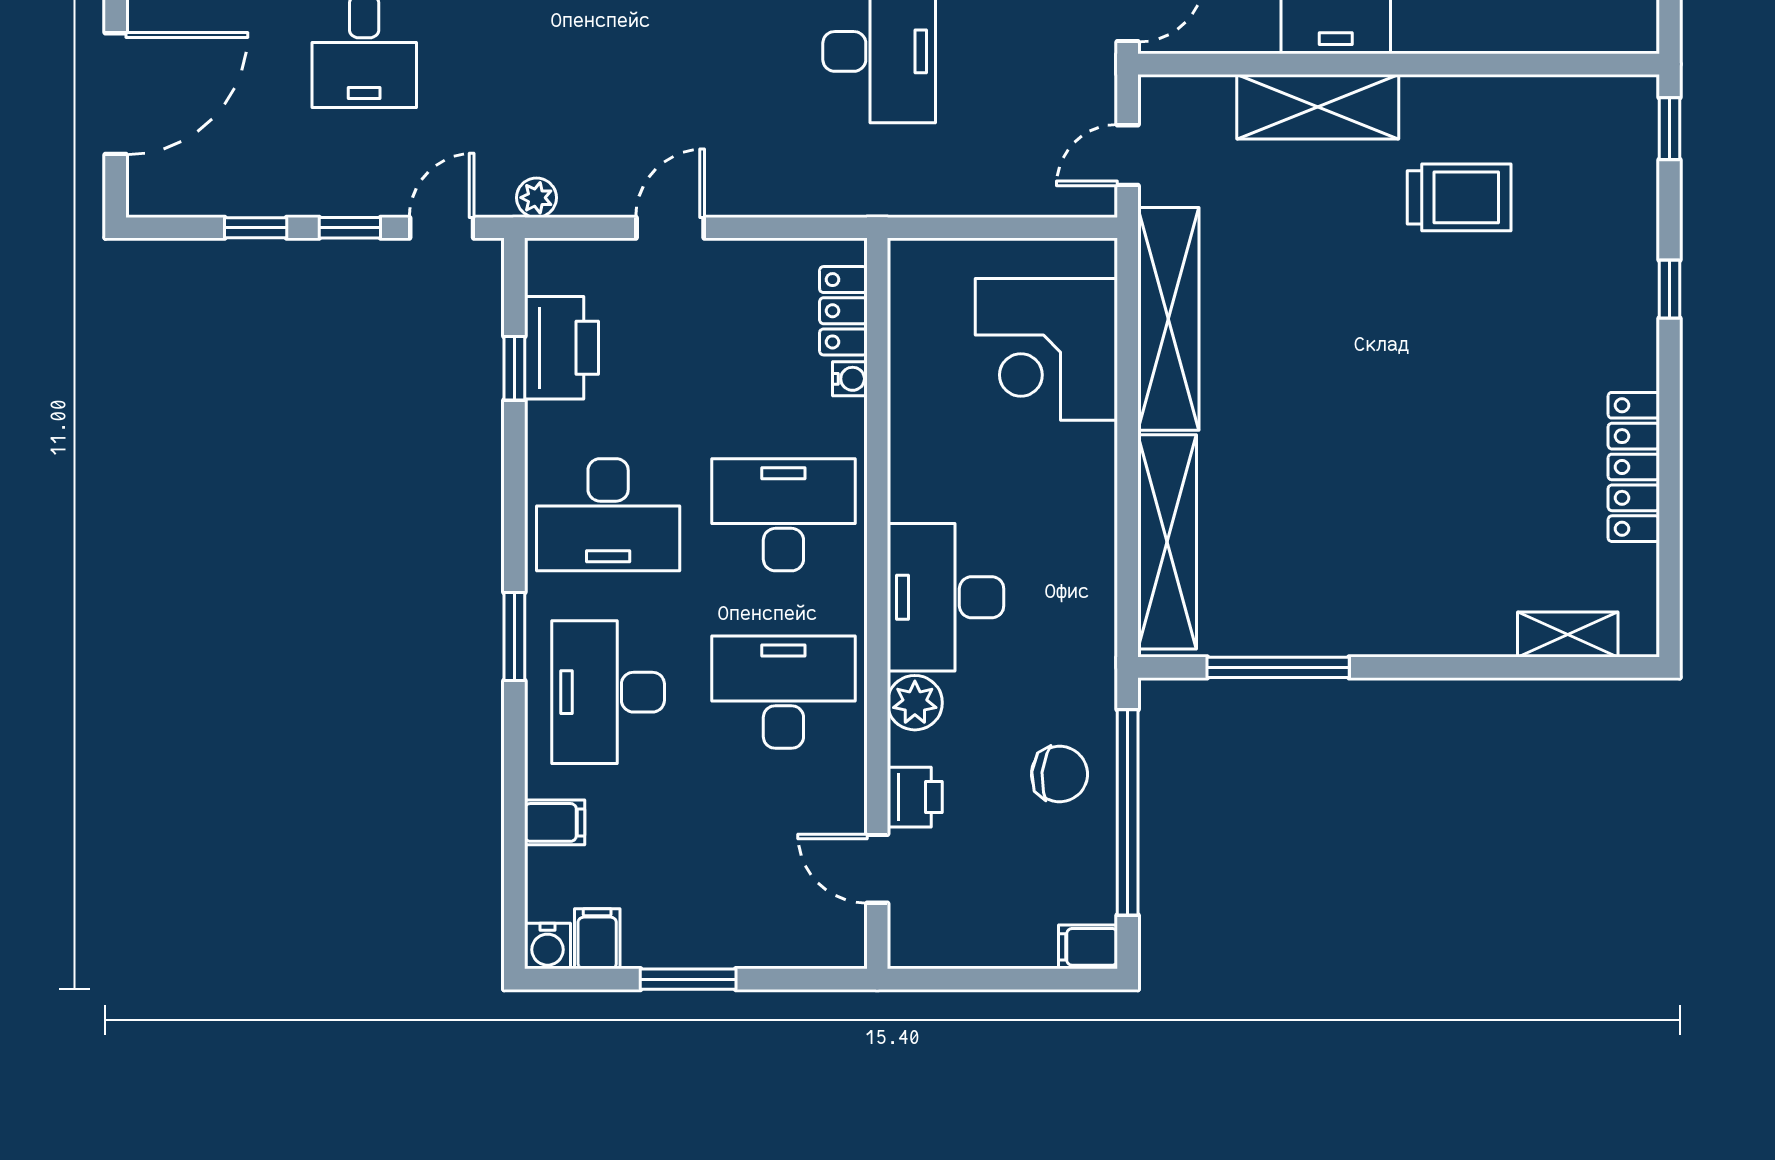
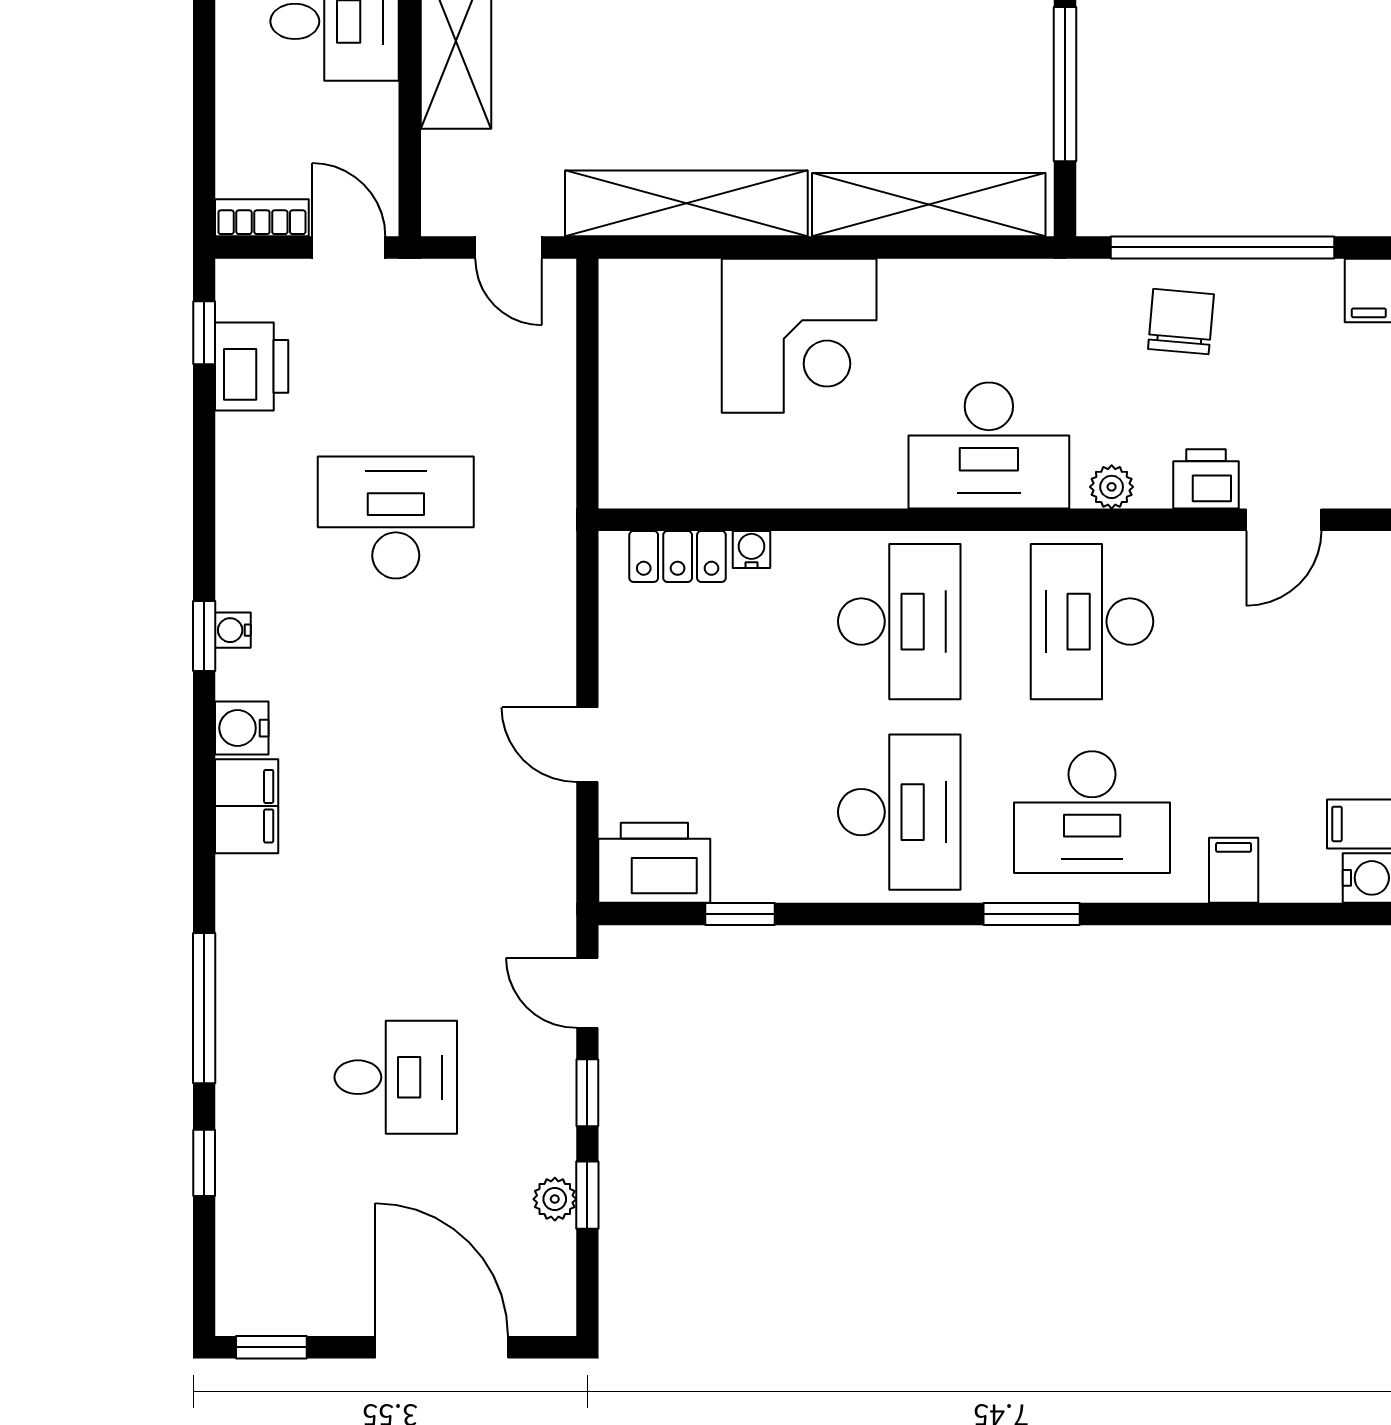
plant: (537, 198) -> (555, 1199), moved
printer: (561, 348) -> (654, 863), moved
corner desk: (1046, 349) -> (799, 336), moved
desk: (783, 515) -> (899, 622), turned 180
plant: (915, 703) -> (1112, 487), width x0.73, depth x0.73

